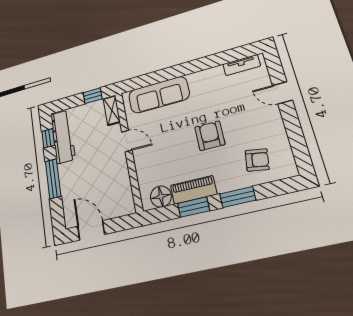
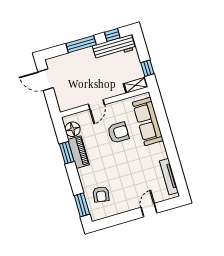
tv unit: (242, 65) -> (169, 177), width x1.41
armchair: (210, 136) -> (118, 133), moved
door: (127, 141) -> (96, 104), moved
window: (238, 197) -> (82, 205), moved
door: (91, 230) -> (46, 80), swing flipped

